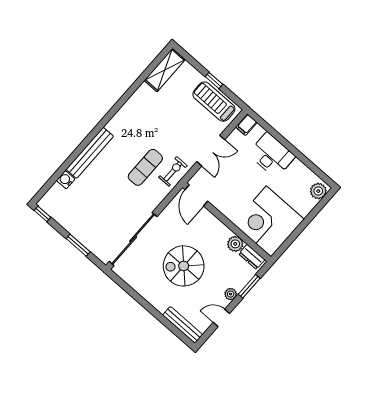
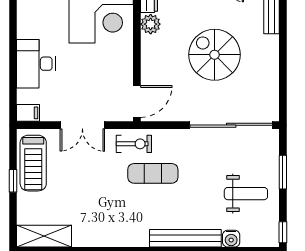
double door: (211, 151) -> (82, 125), swing flipped
exercise bike: (173, 171) -> (134, 144), turned 180
weight bench: (85, 212) -> (246, 194), added
spiral stairs: (184, 266) -> (215, 55), turned 180

